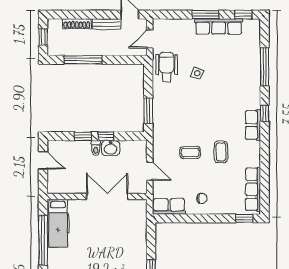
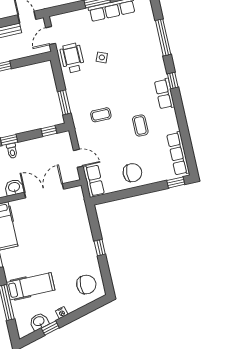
window: (106, 136) -> (49, 131), moved
toilet: (96, 148) -> (12, 151), moved
washbasin: (111, 148) -> (14, 187), moved, turned 180
coffee table: (190, 152) -> (101, 115), moved
chair: (202, 198) -> (132, 173), width x1.87, depth x1.87
row of seats: (169, 206) -> (94, 181), moved, turned 90

